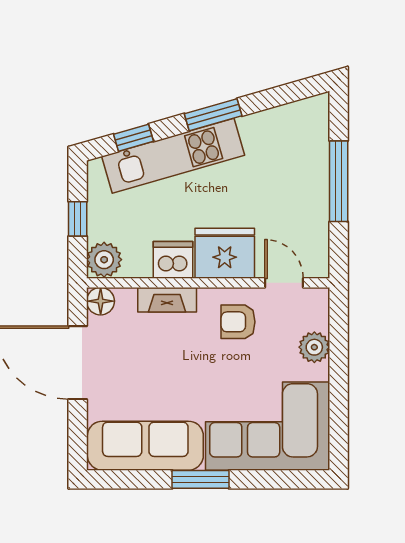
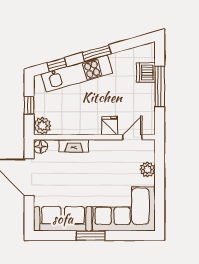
fridge: (225, 253) -> (110, 126), width x0.53, depth x0.75
dishwasher: (173, 260) -> (146, 72), moved, turned -90
door: (284, 283) -> (132, 137), hinge flipped
armchair: (238, 322) -> (109, 157), removed

